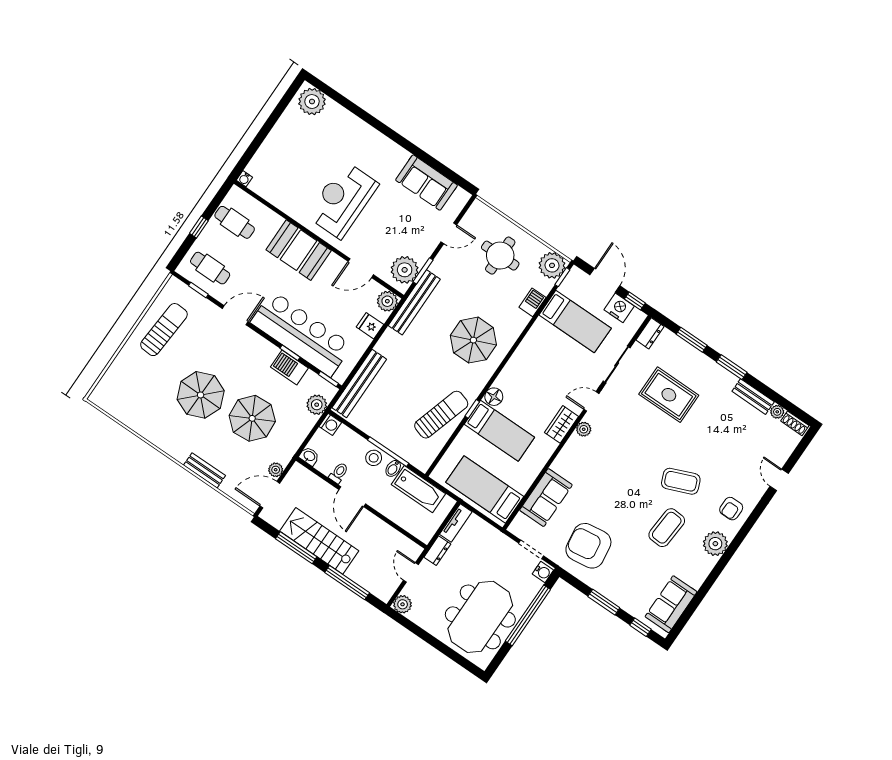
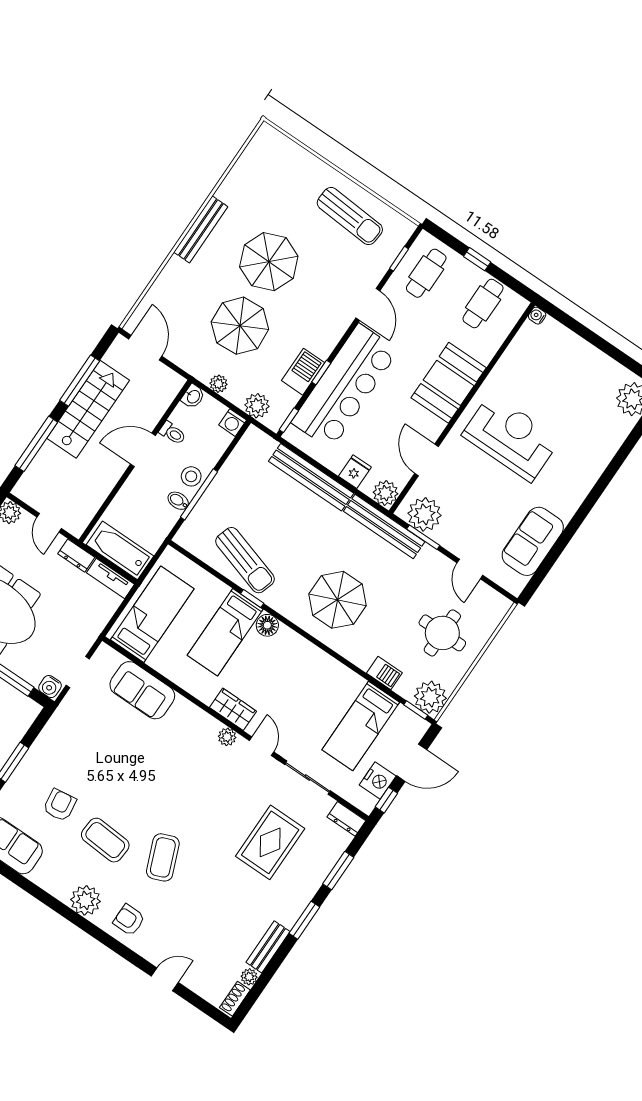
bench: (359, 383) -> (311, 477), moved
bench: (205, 470) -> (201, 229), moved, width x1.36
plant: (276, 470) -> (219, 384), moved
bathtub: (418, 489) -> (120, 550), moved, turned 90
armchair: (588, 546) -> (60, 805), moved, width x0.53, depth x0.53
door: (411, 572) -> (49, 523), swing flipped

